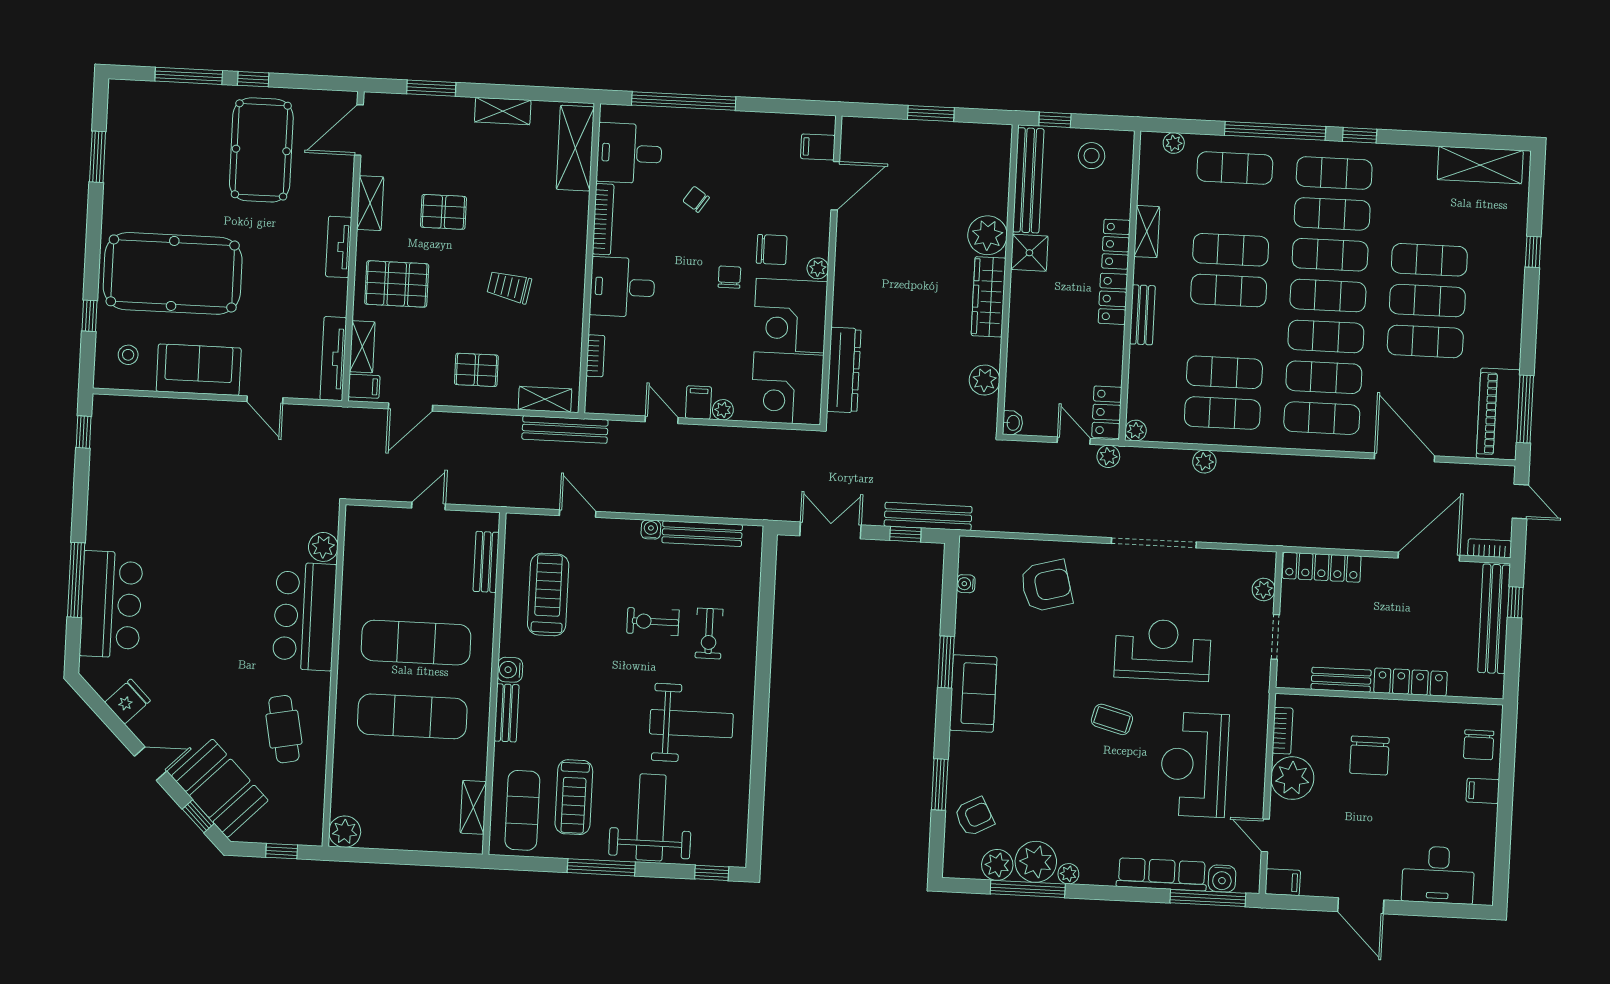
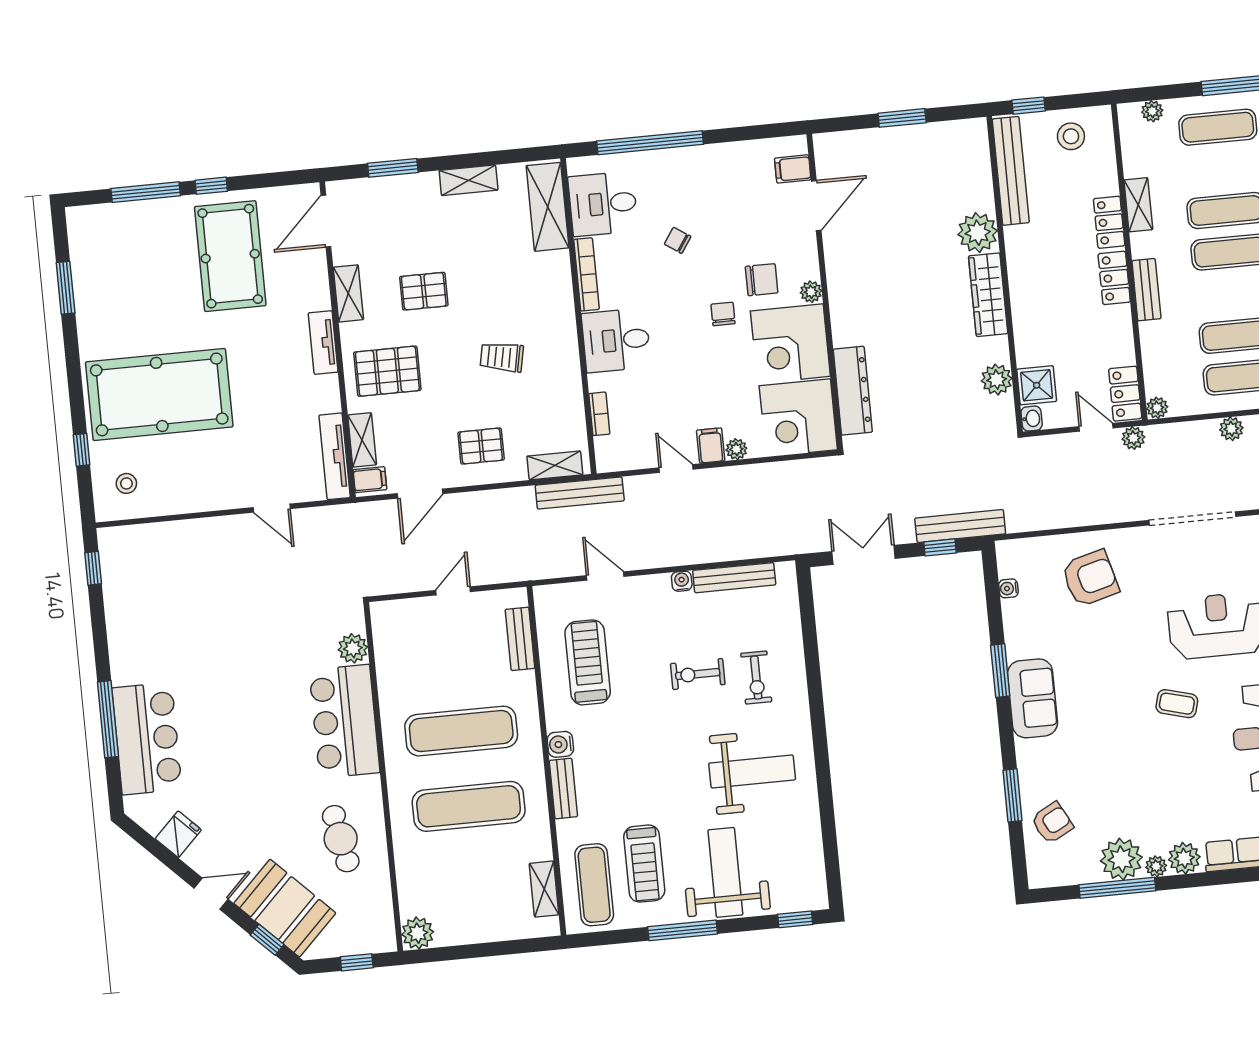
shower: (1029, 253) -> (1037, 385), moved
sofa: (199, 370) -> (200, 488), removed
plant: (997, 865) -> (1184, 858), moved

